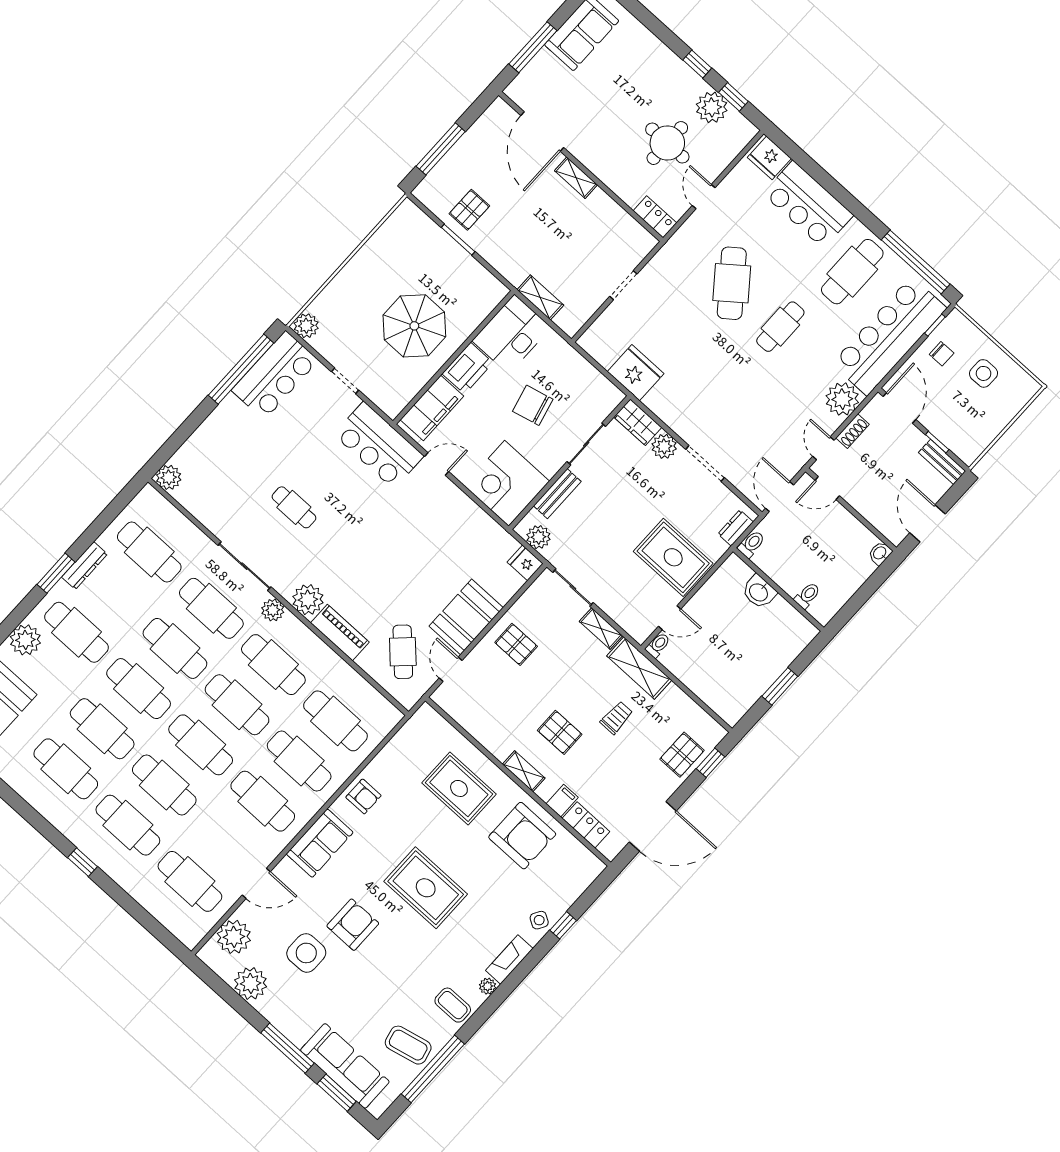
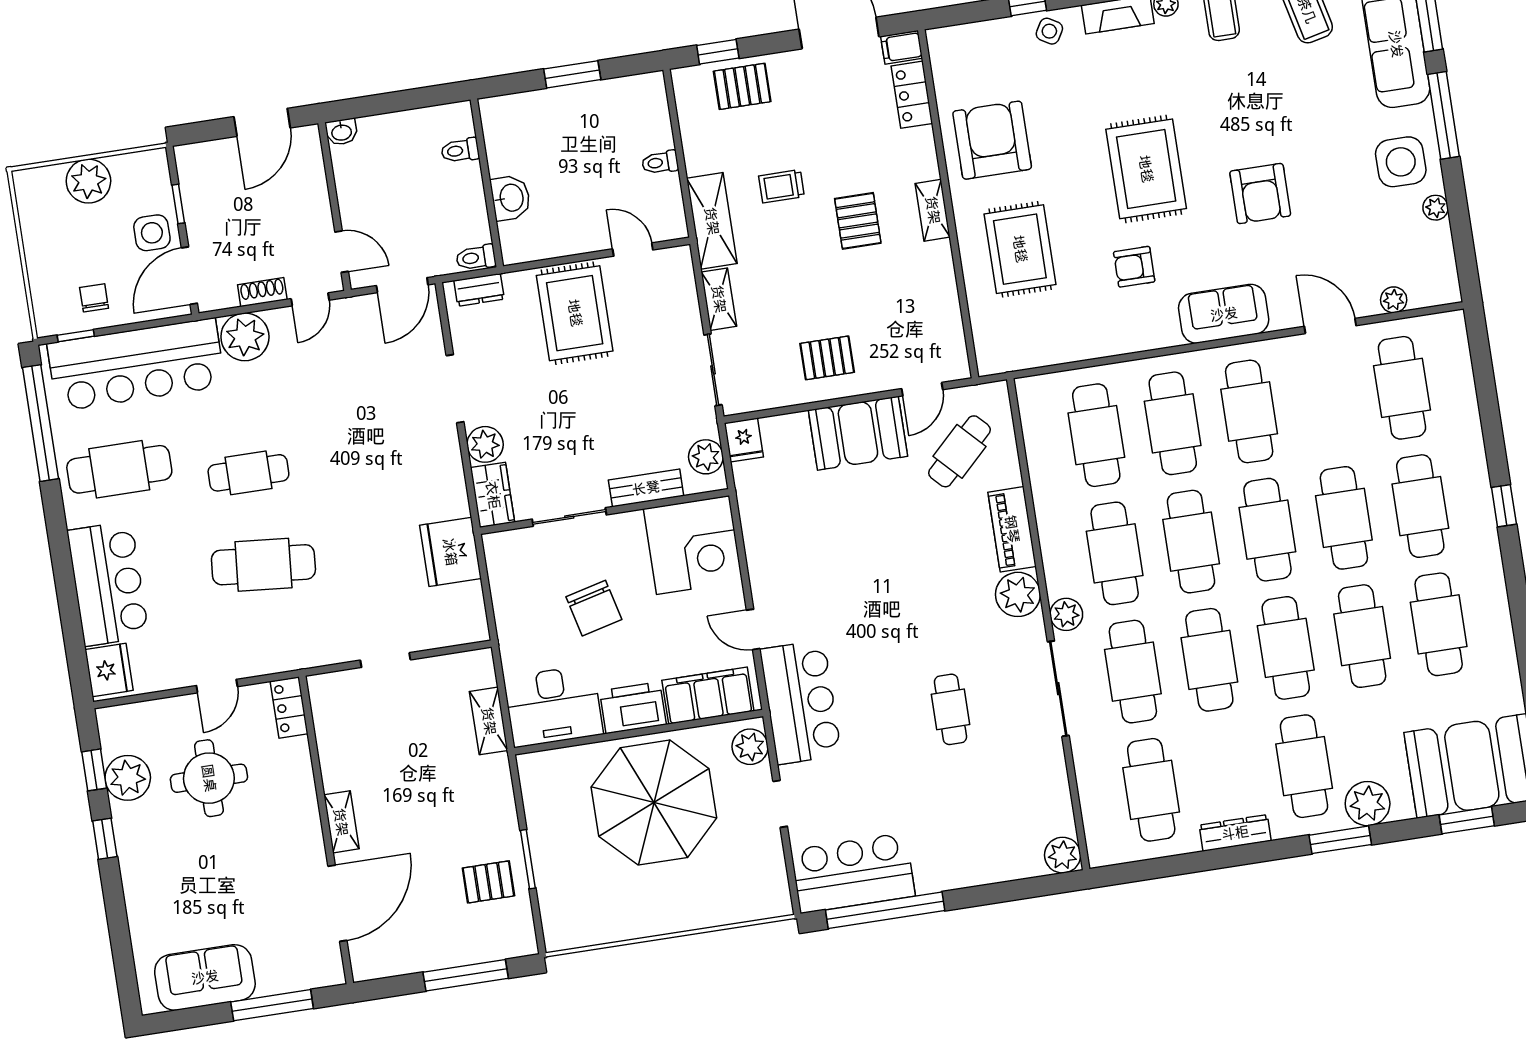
cafe table: (732, 283) -> (263, 565), turned 43
plant: (306, 326) -> (750, 747), moved
parasol: (414, 326) -> (654, 803), width x1.36, depth x1.36
side table: (984, 373) -> (152, 233), moved
plant: (996, 415) -> (88, 181), added
bench: (942, 462) -> (191, 177), removed
window: (56, 573) -> (1340, 840), moved
pallet: (516, 644) -> (827, 358), turned 90
toilet: (658, 645) -> (660, 162), moved
armchair: (363, 796) -> (1134, 267), moved, turned -90
filing cabinet: (562, 801) -> (902, 47), moved
armchair: (353, 925) -> (1260, 194), turned -90
plant: (234, 937) -> (1394, 300), width x0.53, depth x0.53
side table: (306, 953) -> (1401, 162), moved
plant: (251, 983) -> (1436, 208), width x0.53, depth x0.53

